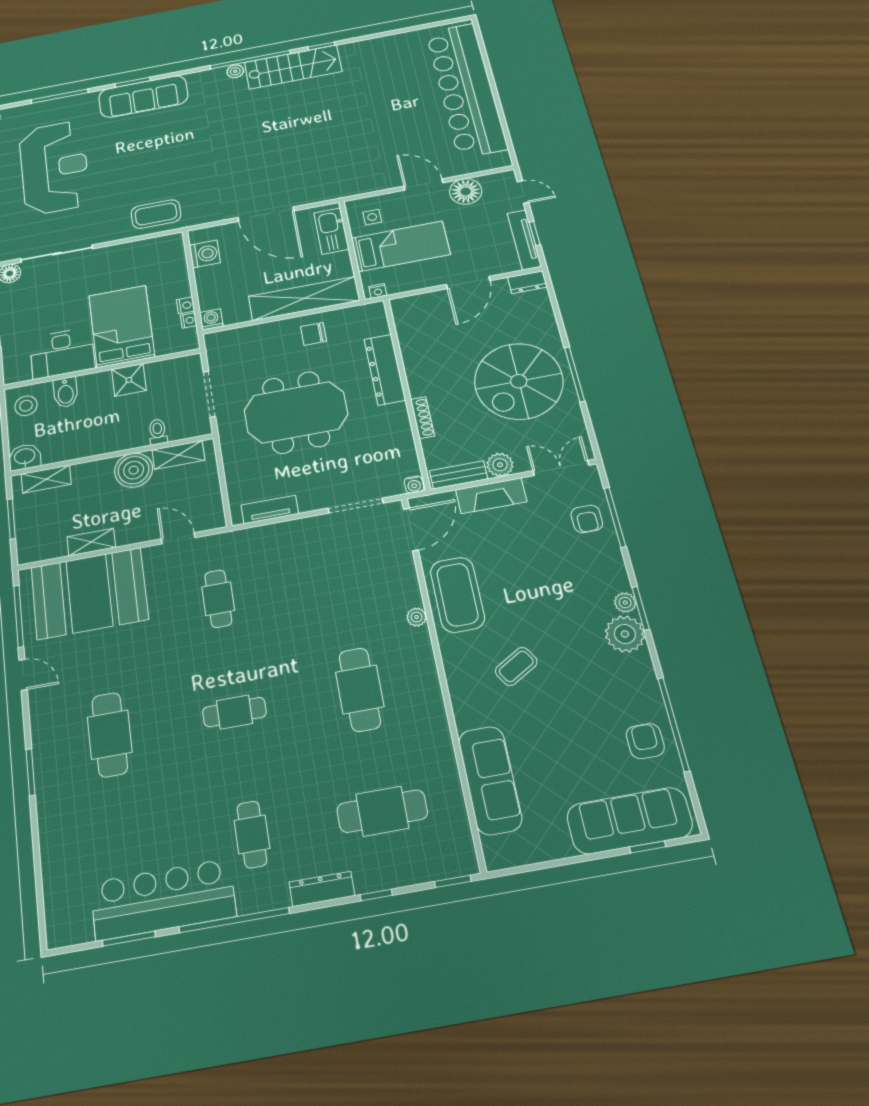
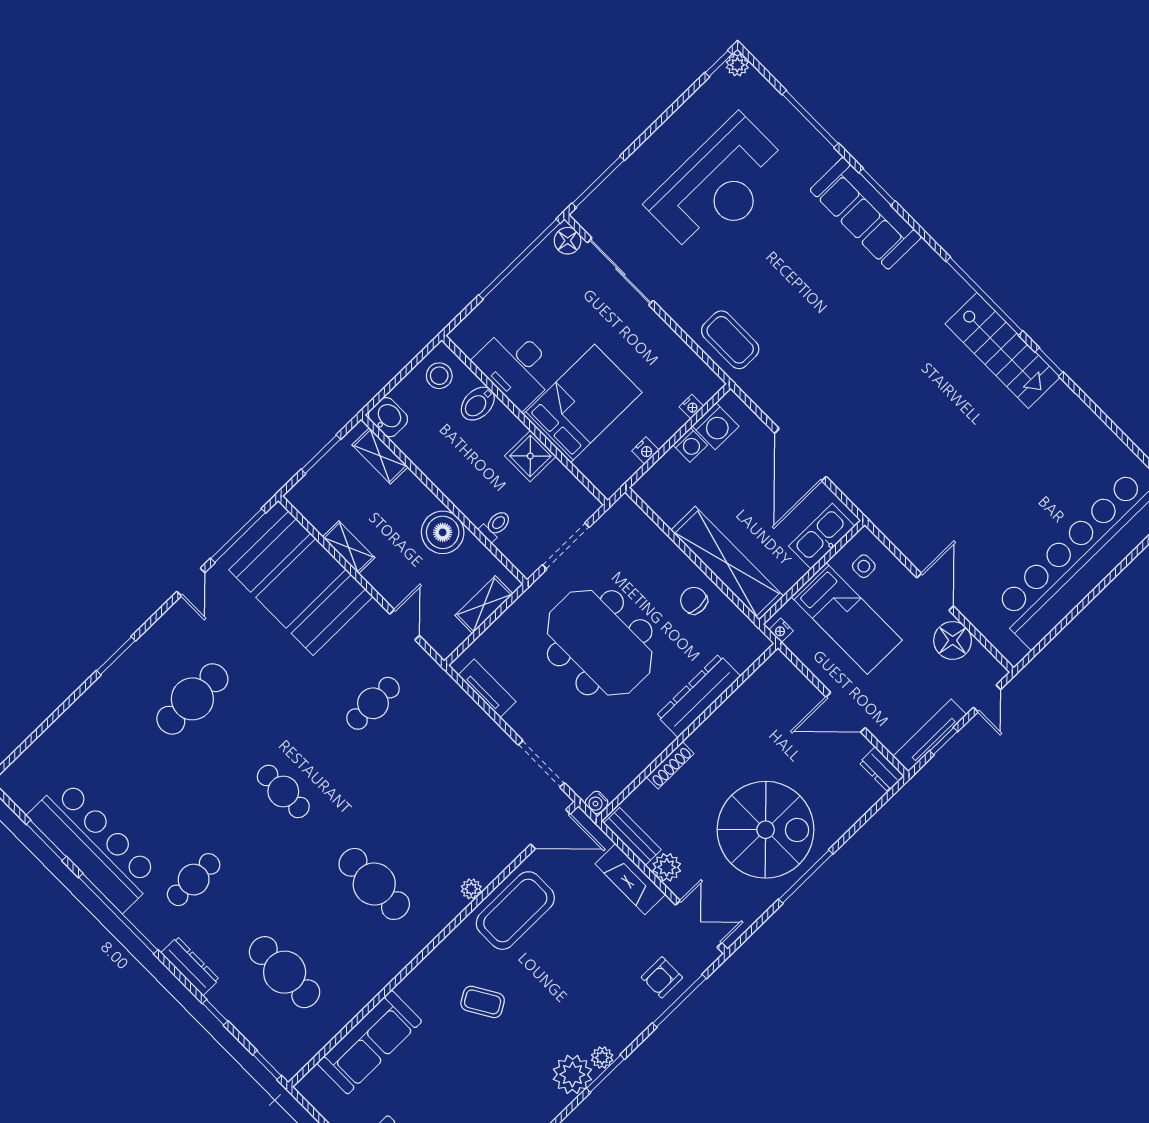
plant: (235, 71) -> (959, 291), removed
washing machine: (211, 319) -> (690, 445), moved, turned 90
nightstand: (189, 320) -> (692, 407), moved
spiral stairs: (519, 381) -> (766, 830), turned 180
shelving: (178, 455) -> (484, 605), moved, turned 90
cafe table: (360, 689) -> (374, 884), turned 90

